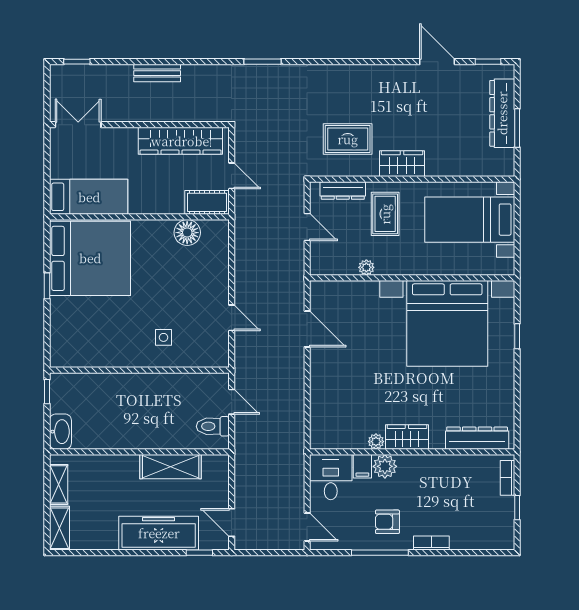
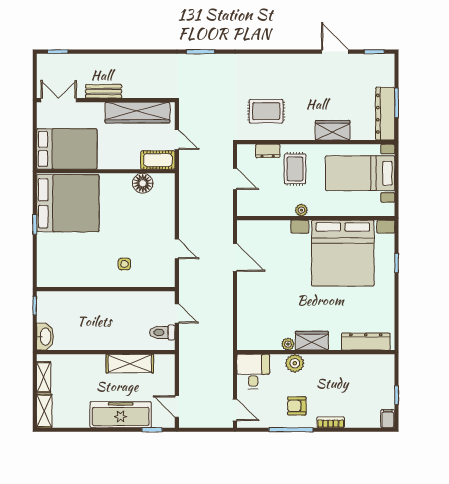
bench: (157, 73) -> (104, 91), moved
dresser: (502, 113) -> (385, 114), moved
wardrobe: (402, 164) -> (333, 130), moved
dresser: (343, 191) -> (268, 151), width x0.70
bed: (89, 197) -> (67, 149), width x1.50
plant: (366, 267) -> (301, 210), moved
filing cabinet: (362, 466) -> (388, 419), moved, turned 180
bookcase: (507, 478) -> (389, 372), removed

